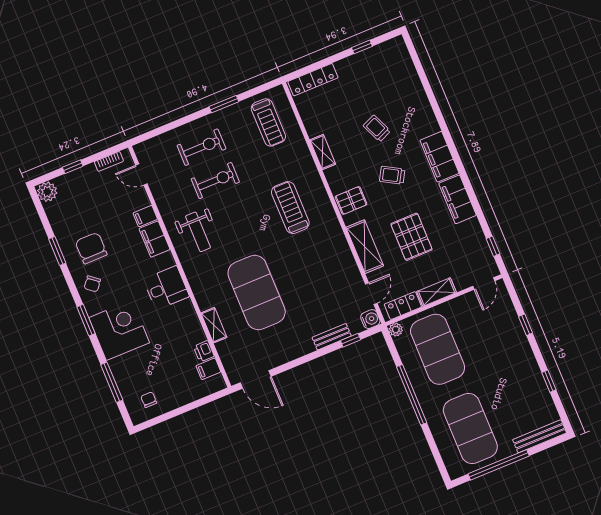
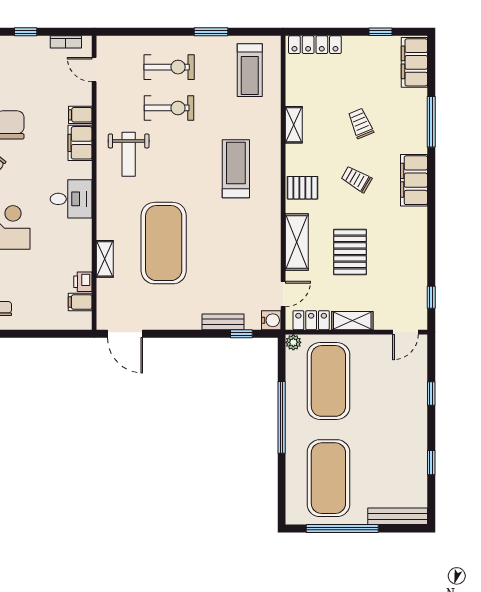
window: (434, 103) -> (431, 122), added
filing cabinet: (458, 199) -> (414, 62), moved

